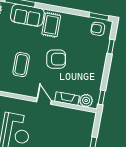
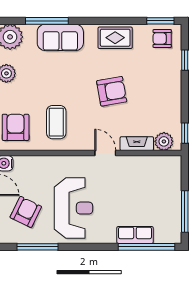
rug: (51, 25) -> (115, 38), moved, turned 90
coffee table: (21, 65) -> (56, 122), moved

